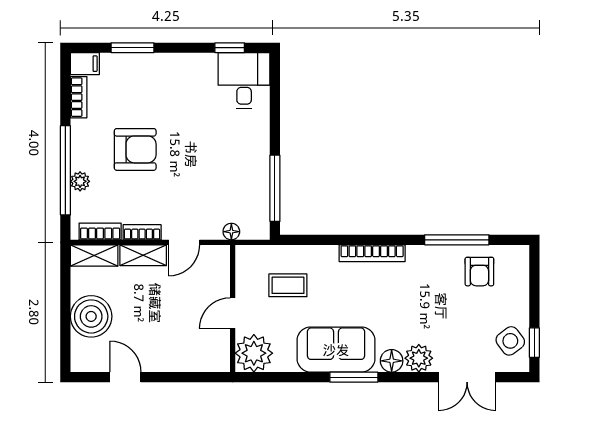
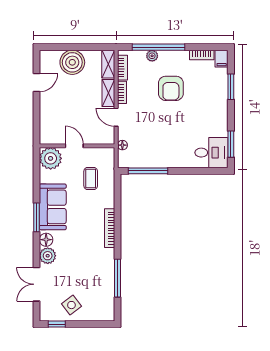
window: (230, 48) -> (231, 144), width x1.50
armchair: (479, 272) -> (99, 292), removed
side table: (510, 341) -> (71, 305), moved

